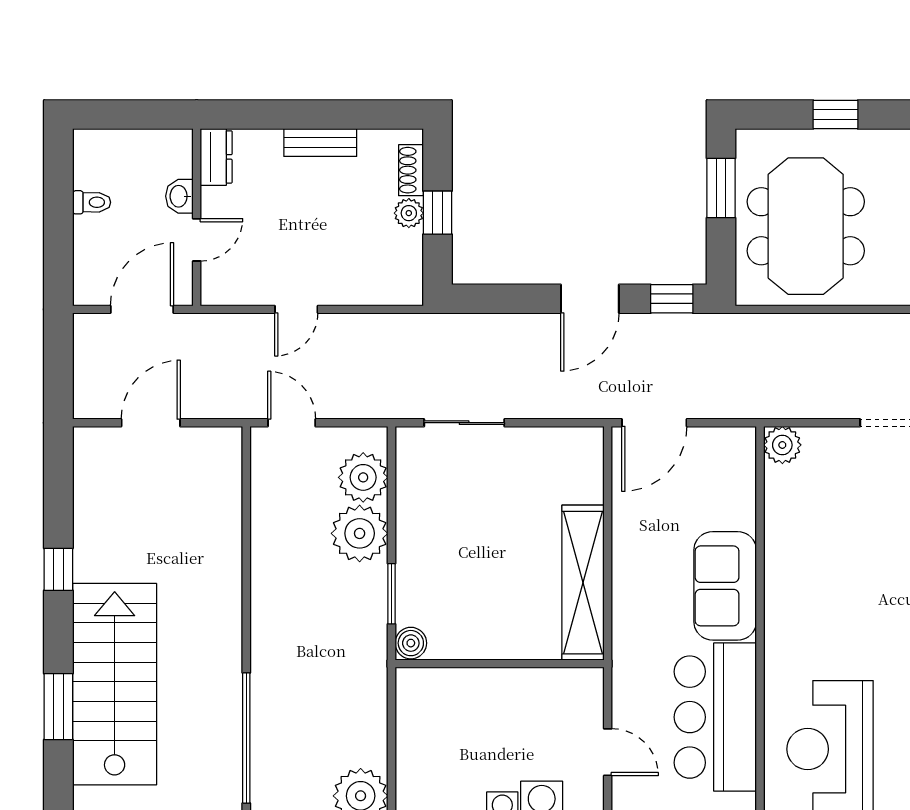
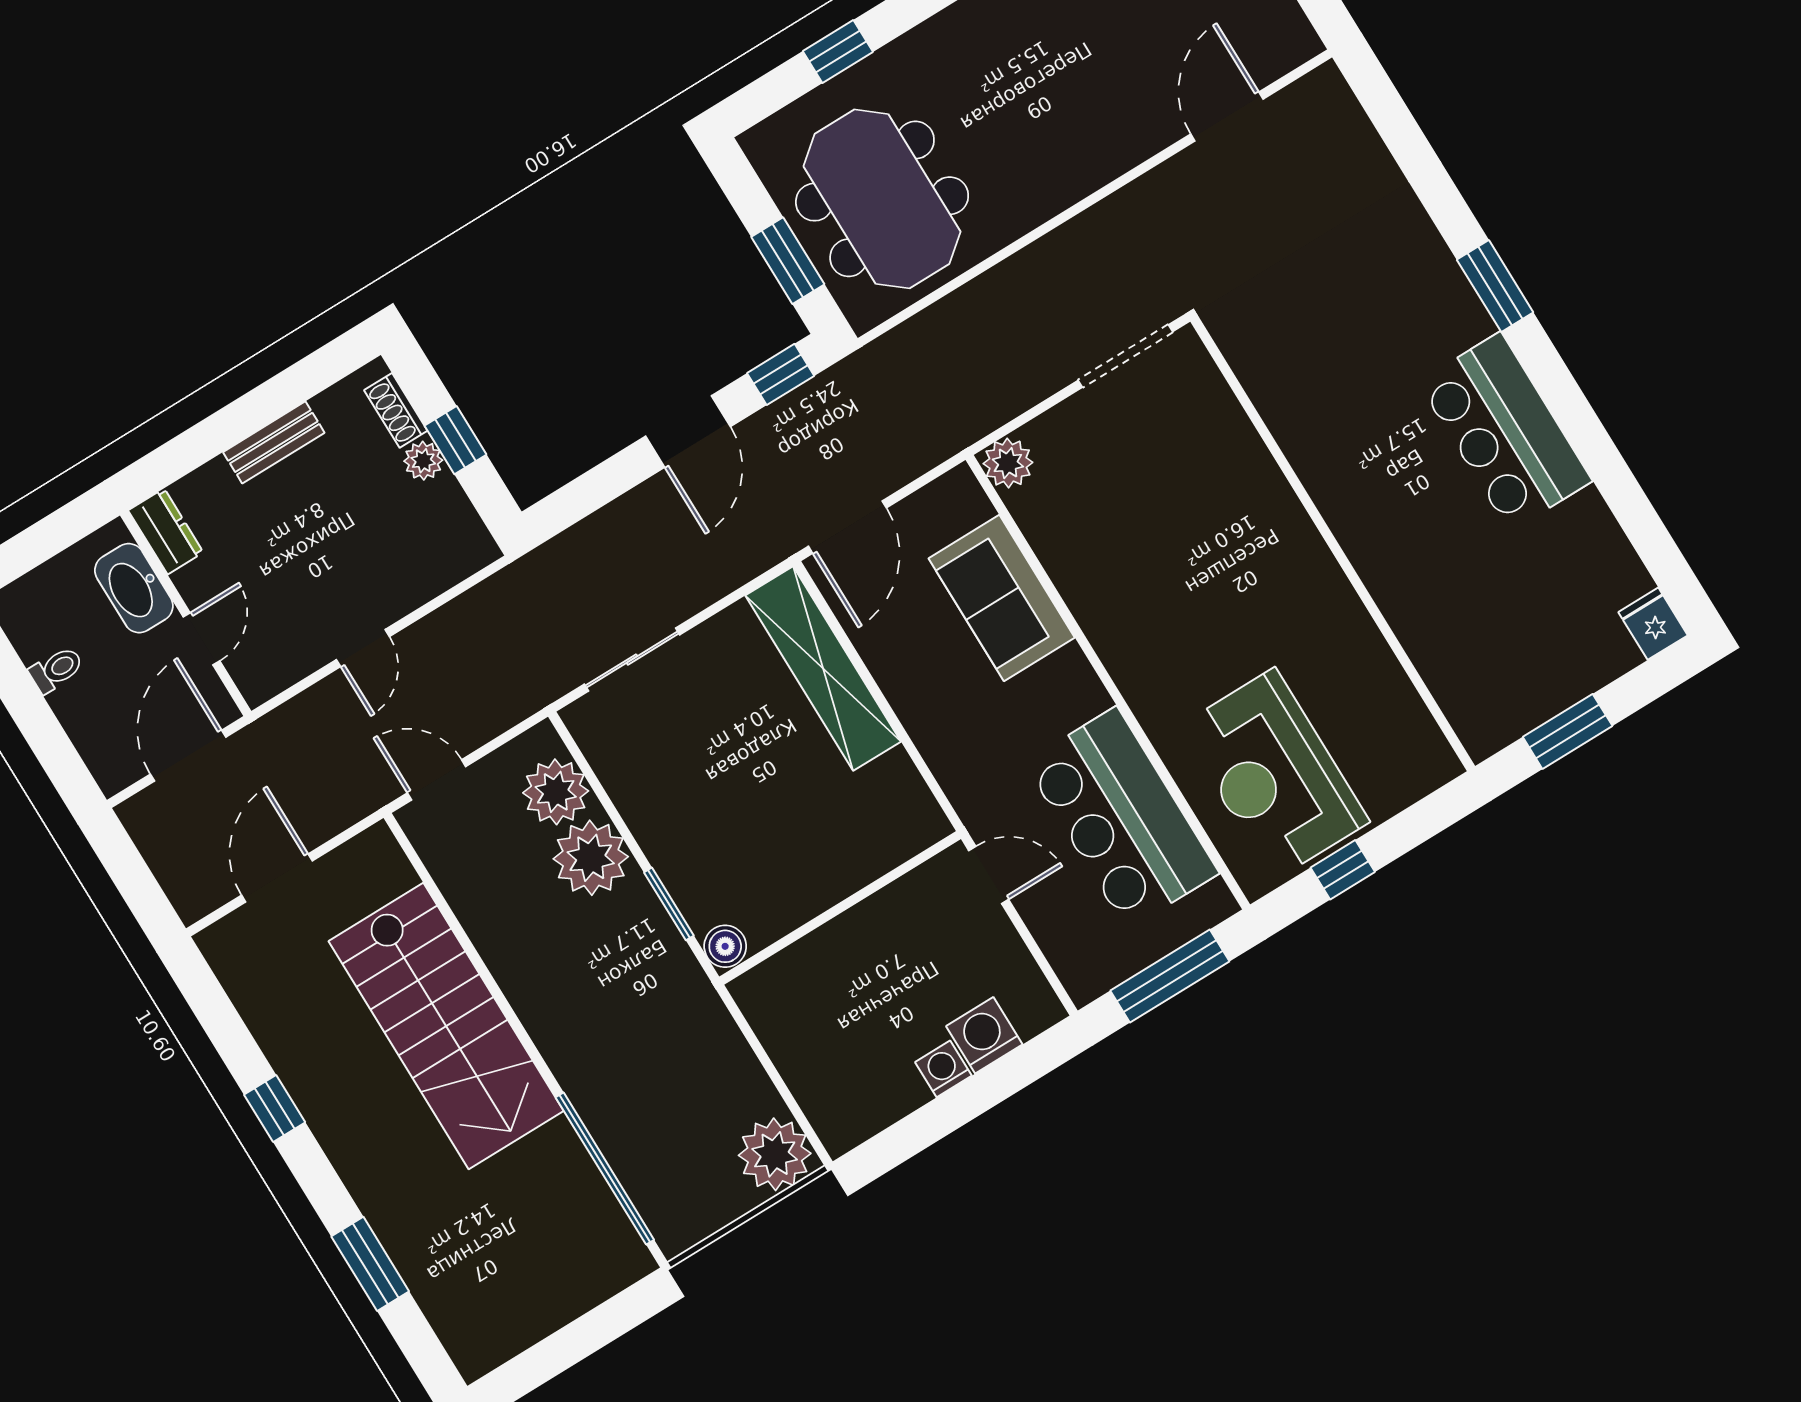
window: (721, 188) -> (788, 261), moved
washbasin: (179, 196) -> (134, 588), width x1.91, depth x1.45
shelving: (583, 583) -> (823, 668), moved
sofa: (725, 586) -> (1002, 598), moved
stairs: (115, 684) -> (446, 1026), moved, turned 180
door: (608, 752) -> (989, 875), moved

